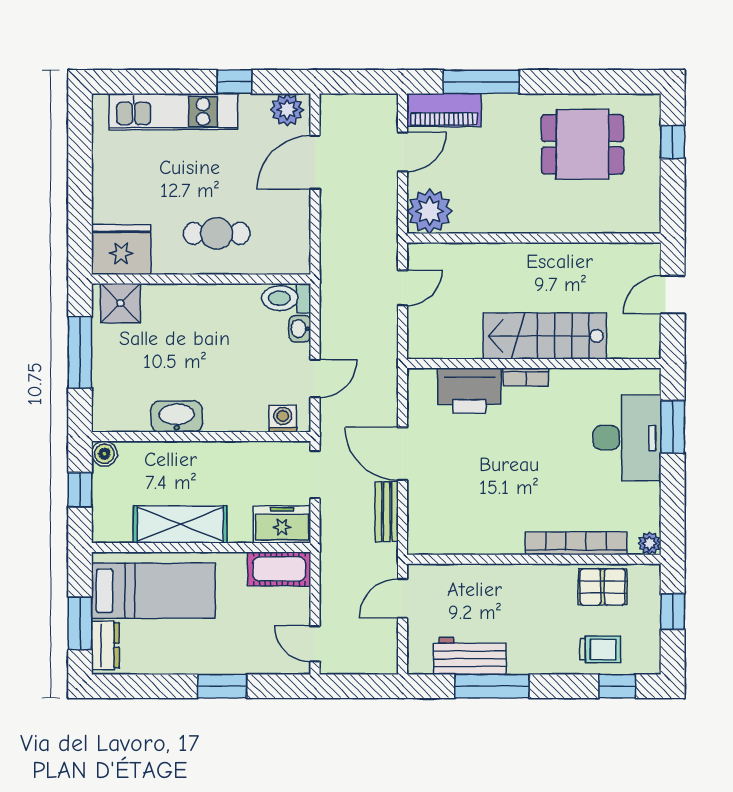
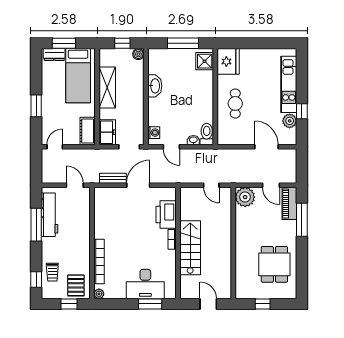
plant: (287, 110) -> (290, 121), moved
window: (673, 142) -> (263, 304), moved
pallet: (603, 587) -> (76, 285), moved
workbench: (470, 656) -> (49, 215), width x1.38

